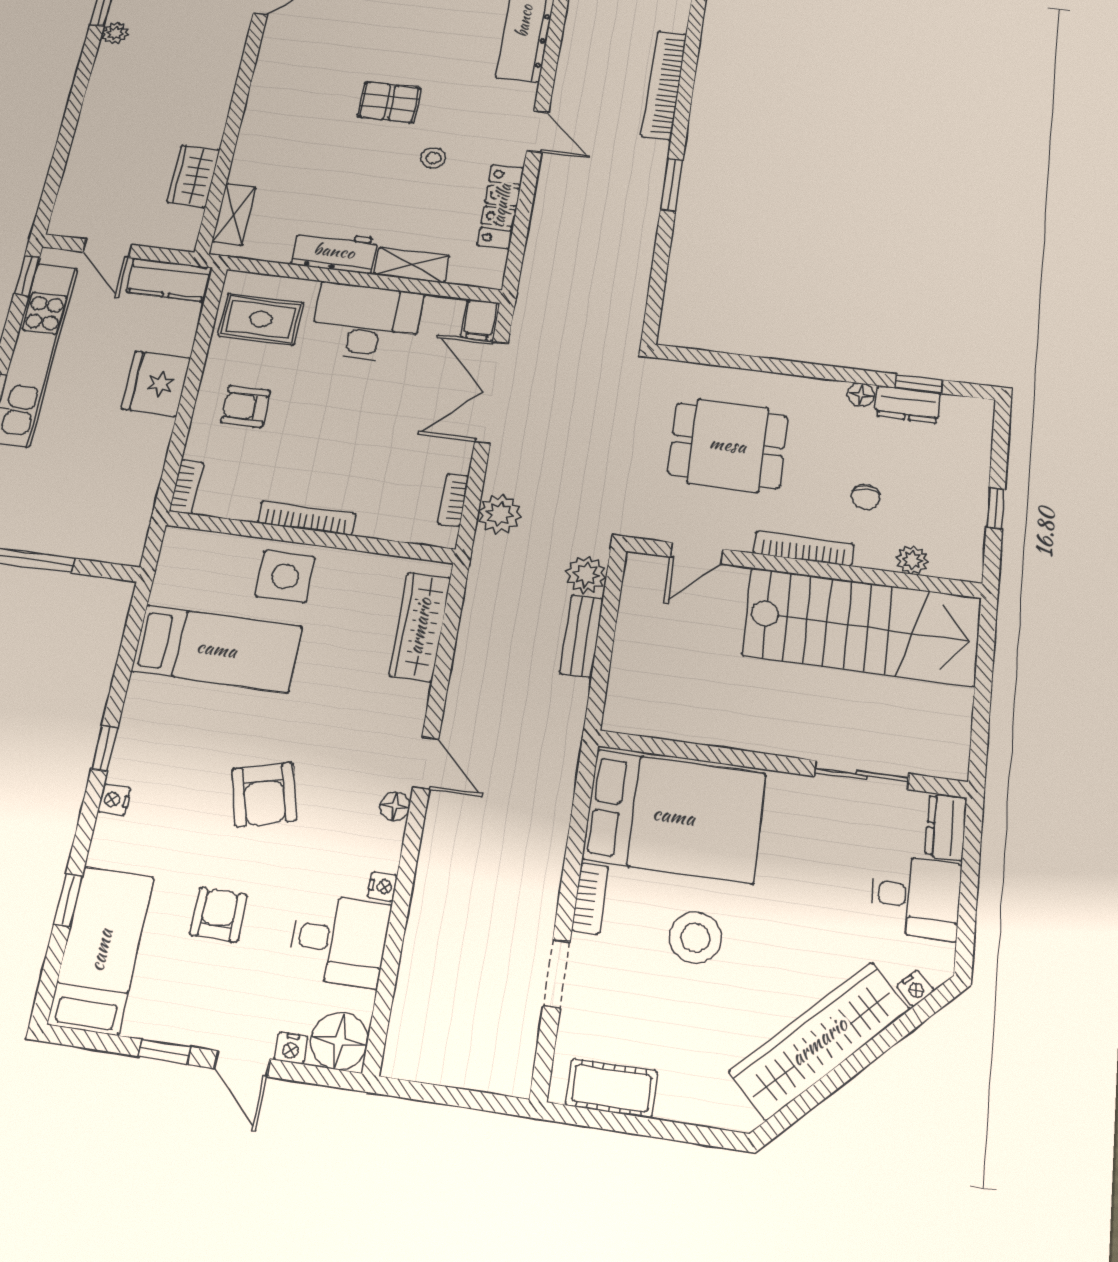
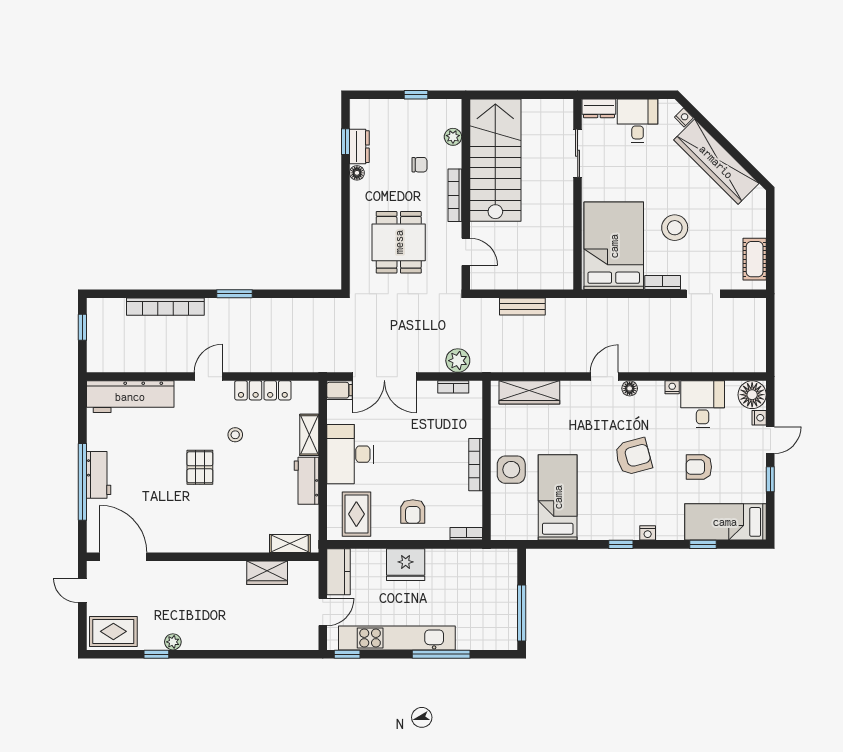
plant: (586, 575) -> (487, 309), removed

